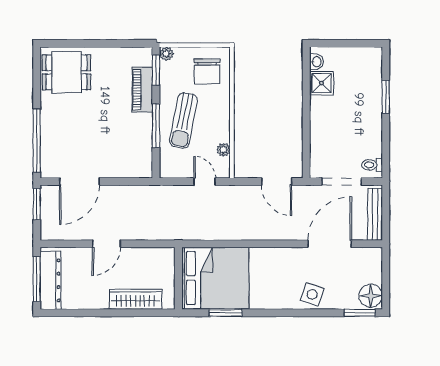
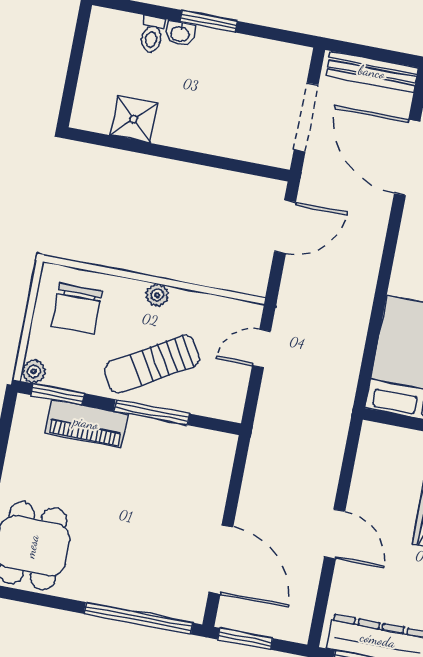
washbasin: (316, 62) -> (180, 33), moved, turned 180
chair: (207, 71) -> (77, 308), turned 90
window: (386, 97) -> (208, 21), moved
sun lounger: (183, 121) -> (152, 364), turned 138
plant: (224, 150) -> (157, 295), moved
toilet: (372, 165) -> (152, 34), moved

